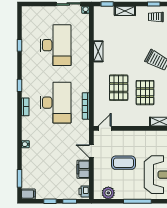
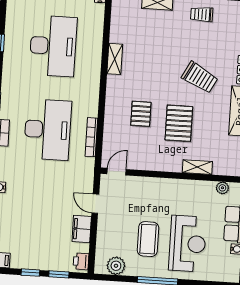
pallet: (119, 88) -> (141, 114), width x0.67, depth x0.71
coffee table: (123, 163) -> (148, 239), moved, turned 90

